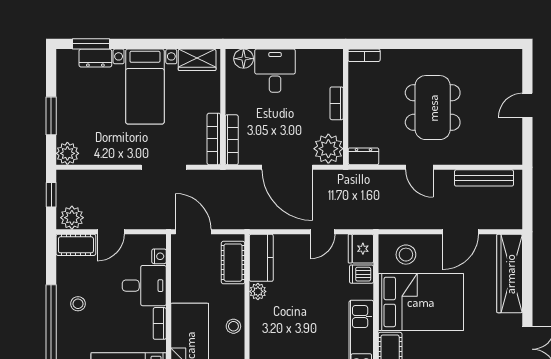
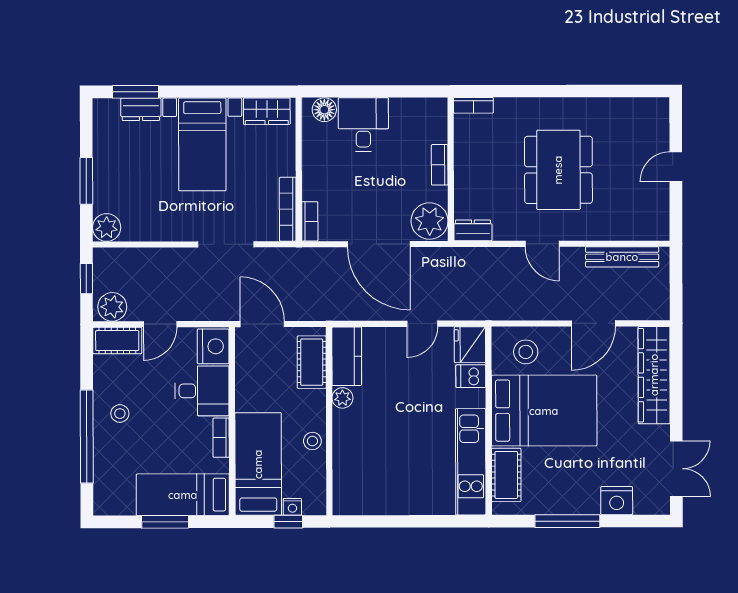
bookcase: (232, 140) -> (310, 221), width x0.64
nightstand: (159, 256) -> (213, 346), width x1.89, depth x1.79

